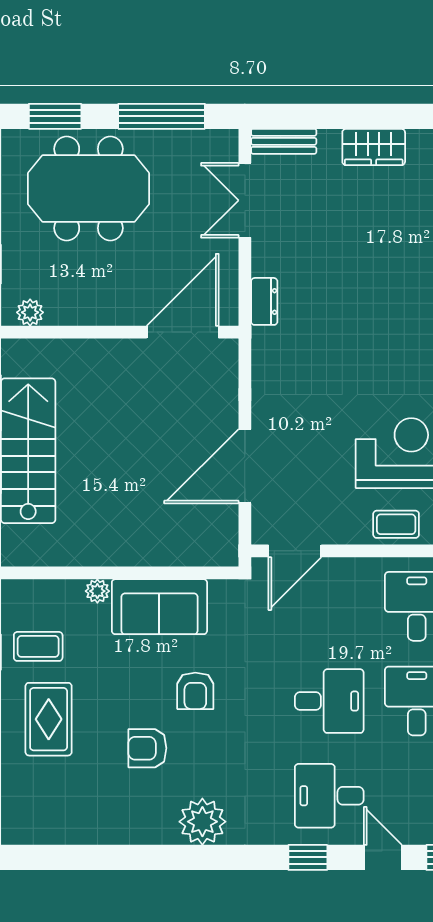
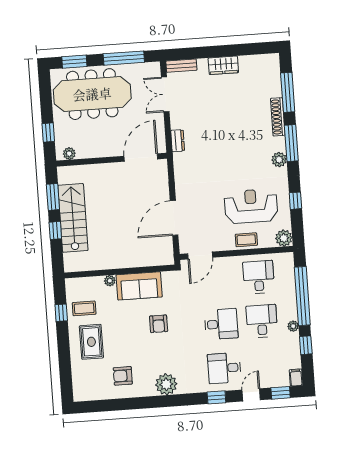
meeting table: (89, 189) -> (92, 94), width x1.36
armchair: (147, 748) -> (123, 376), moved
door: (383, 857) -> (251, 395), hinge flipped

